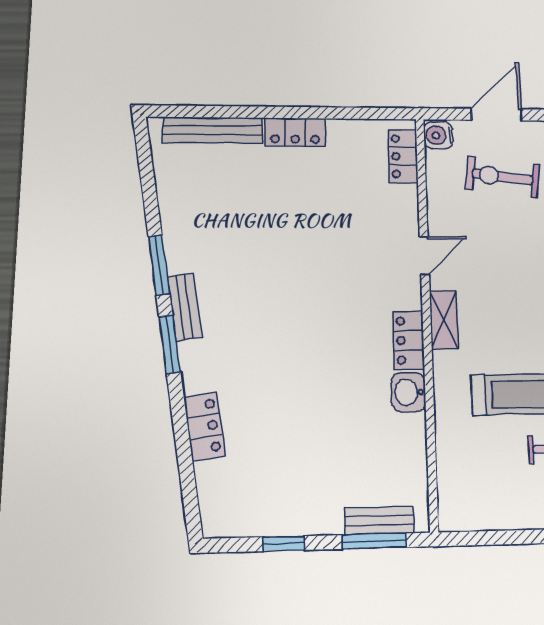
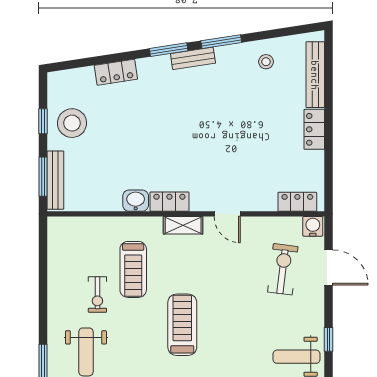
stool: (192, 199) -> (266, 62), added
stool: (287, 496) -> (72, 123), added
bench: (379, 521) -> (55, 180), width x1.36

